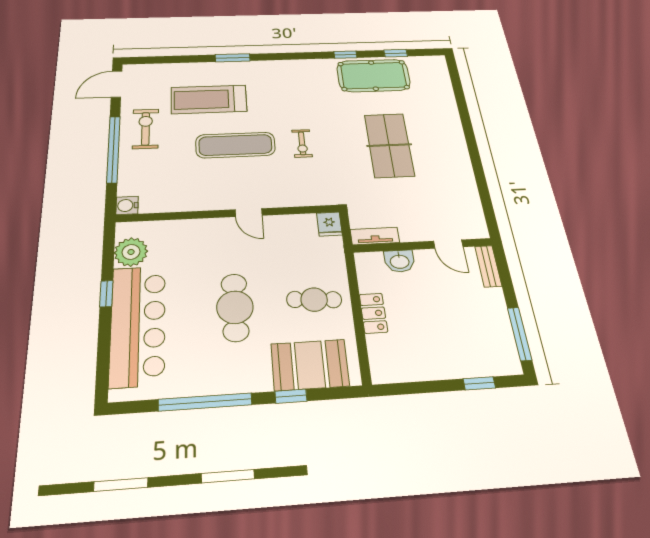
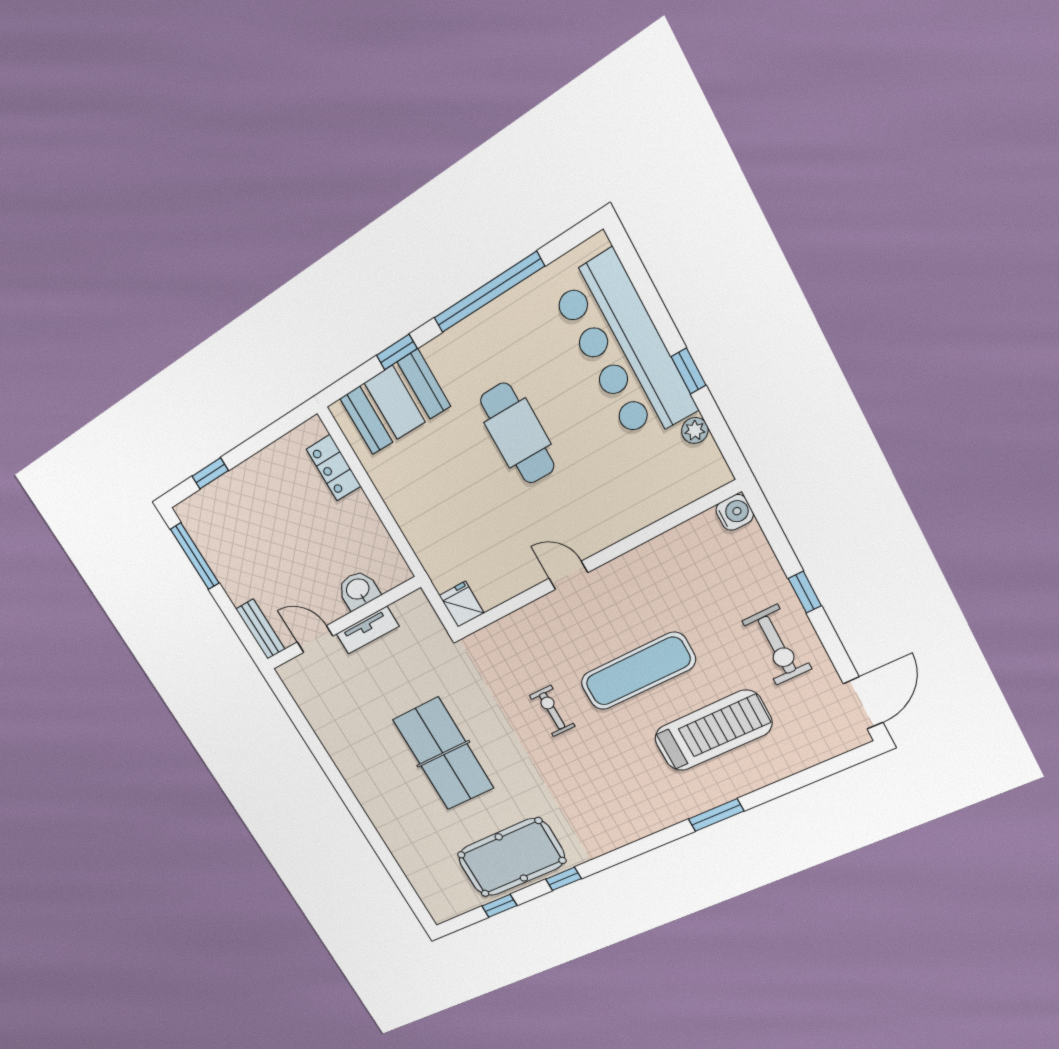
window: (113, 149) -> (805, 592), width x0.32
tv unit: (375, 236) -> (368, 630), moved
plant: (131, 252) -> (695, 430), width x0.53, depth x0.53
cafe table: (314, 300) -> (430, 490), removed
locker: (373, 313) -> (334, 468), moved

